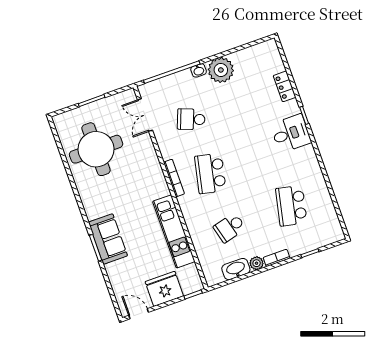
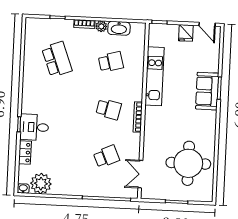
washbasin: (199, 70) -> (23, 189), moved
plant: (221, 70) -> (41, 184), moved
double door: (145, 115) -> (140, 174), swing flipped
school desk: (191, 119) -> (106, 156), turned -45
desk: (291, 133) -> (34, 127), moved
school desk: (210, 173) -> (109, 109), width x0.54
school desk: (291, 206) -> (57, 59), turned -33
fridge: (164, 289) -> (186, 33), width x0.53, depth x0.75

